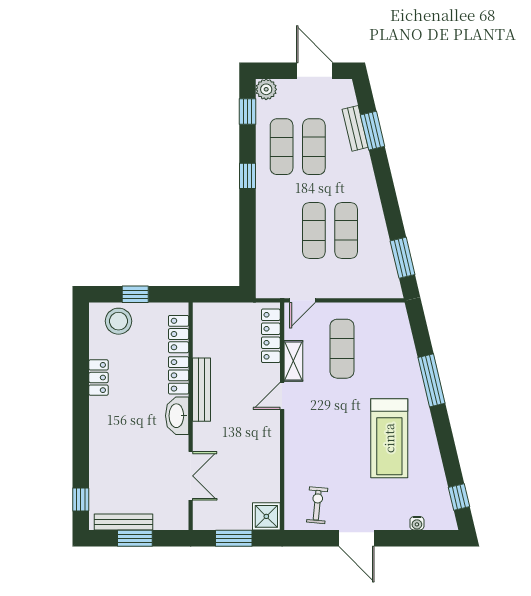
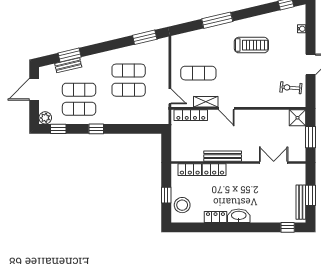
washbasin: (177, 416) -> (239, 216), moved, turned 180
treadmill: (389, 438) -> (251, 45), width x0.73, depth x0.73

